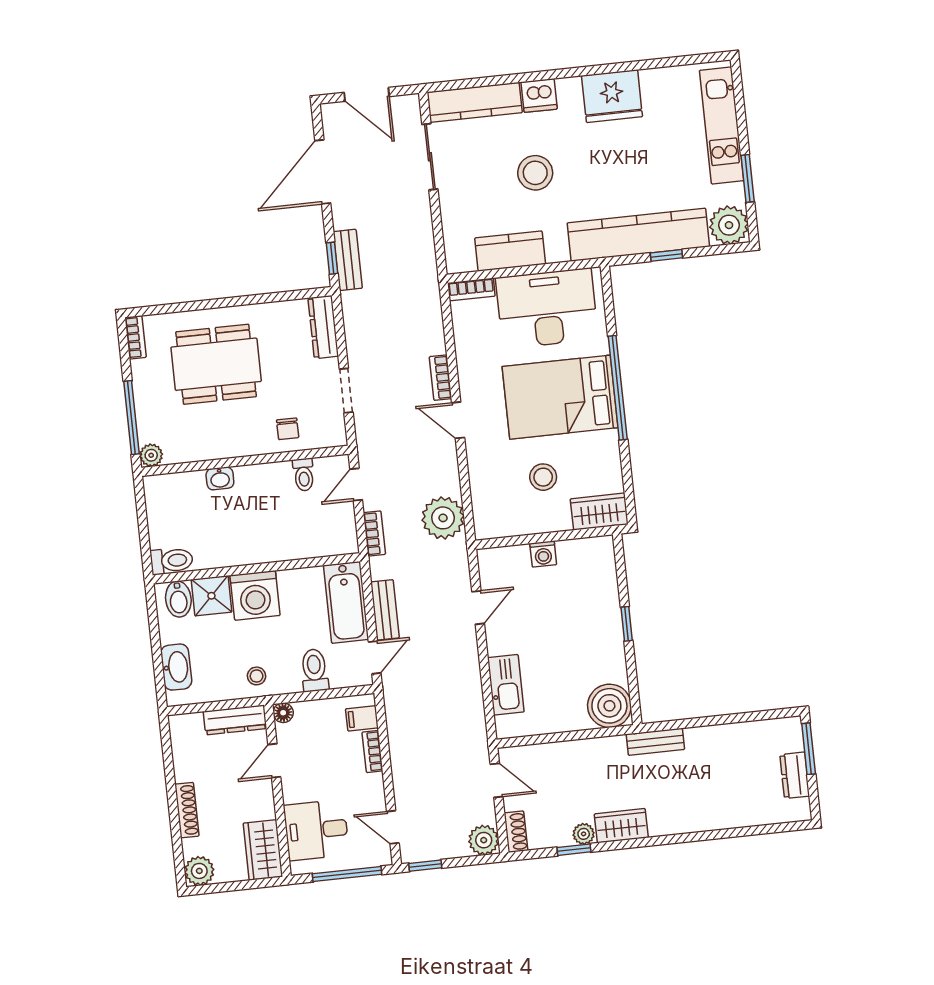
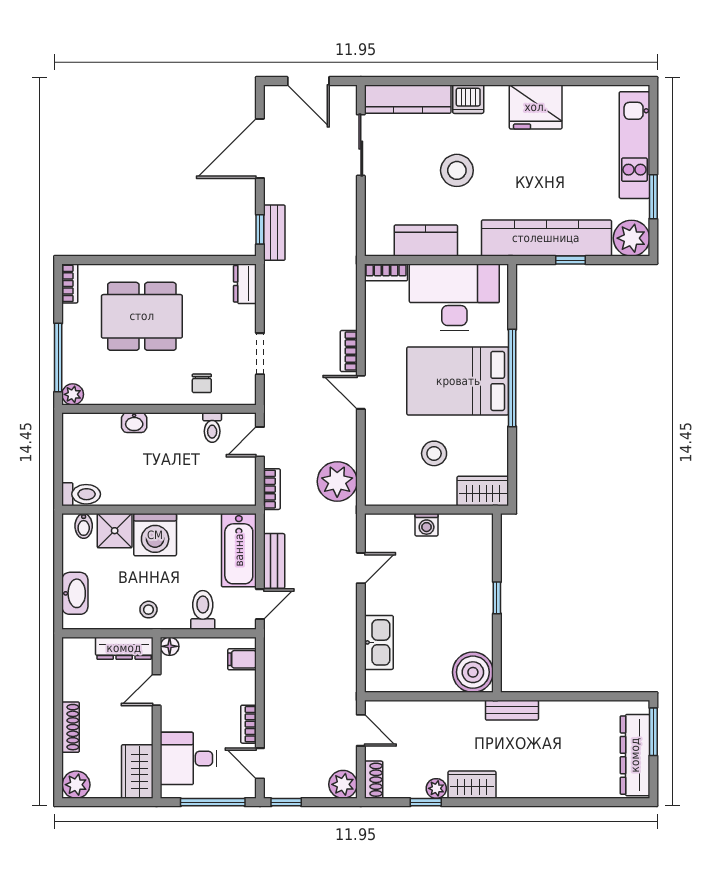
dresser: (323, 327) -> (245, 284), width x0.70
bidet: (178, 599) -> (84, 526), width x0.72, depth x0.74
bookcase: (372, 751) -> (249, 724), moved
dresser: (795, 775) -> (635, 755), width x1.96, depth x1.24

